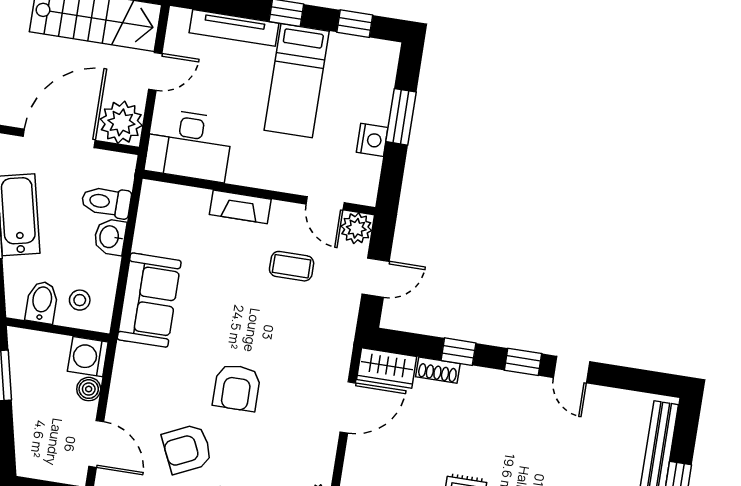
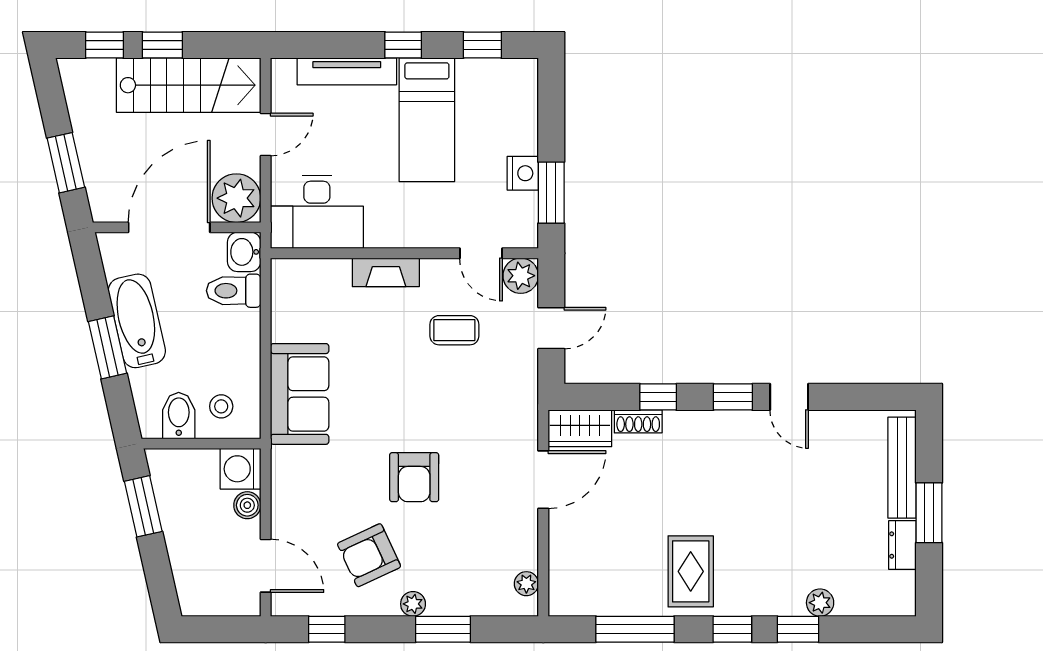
window: (401, 117) -> (551, 193), moved
washbasin: (110, 237) -> (244, 252), moved

